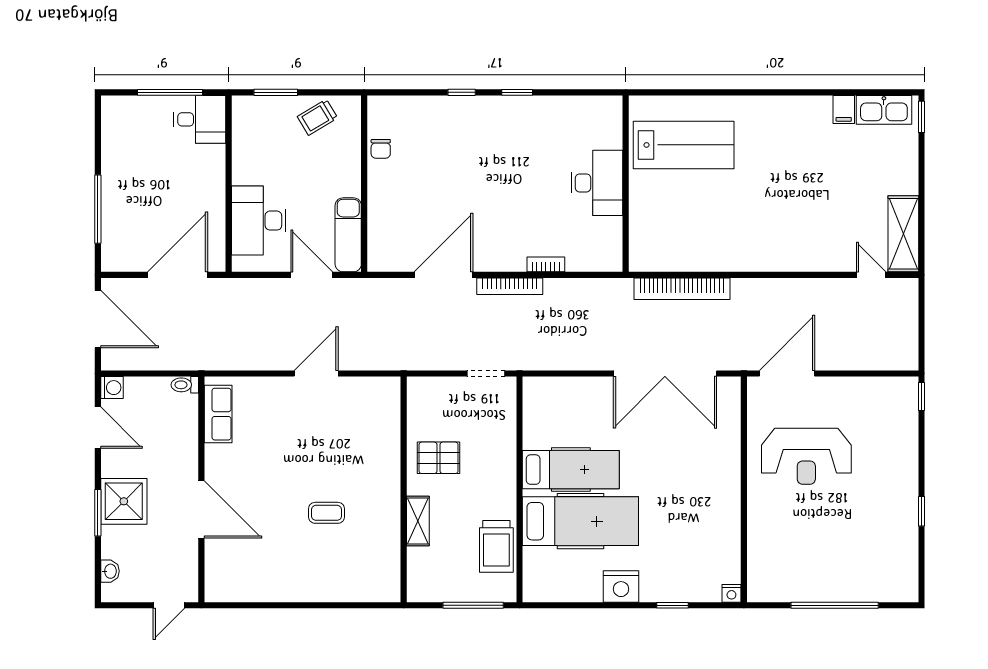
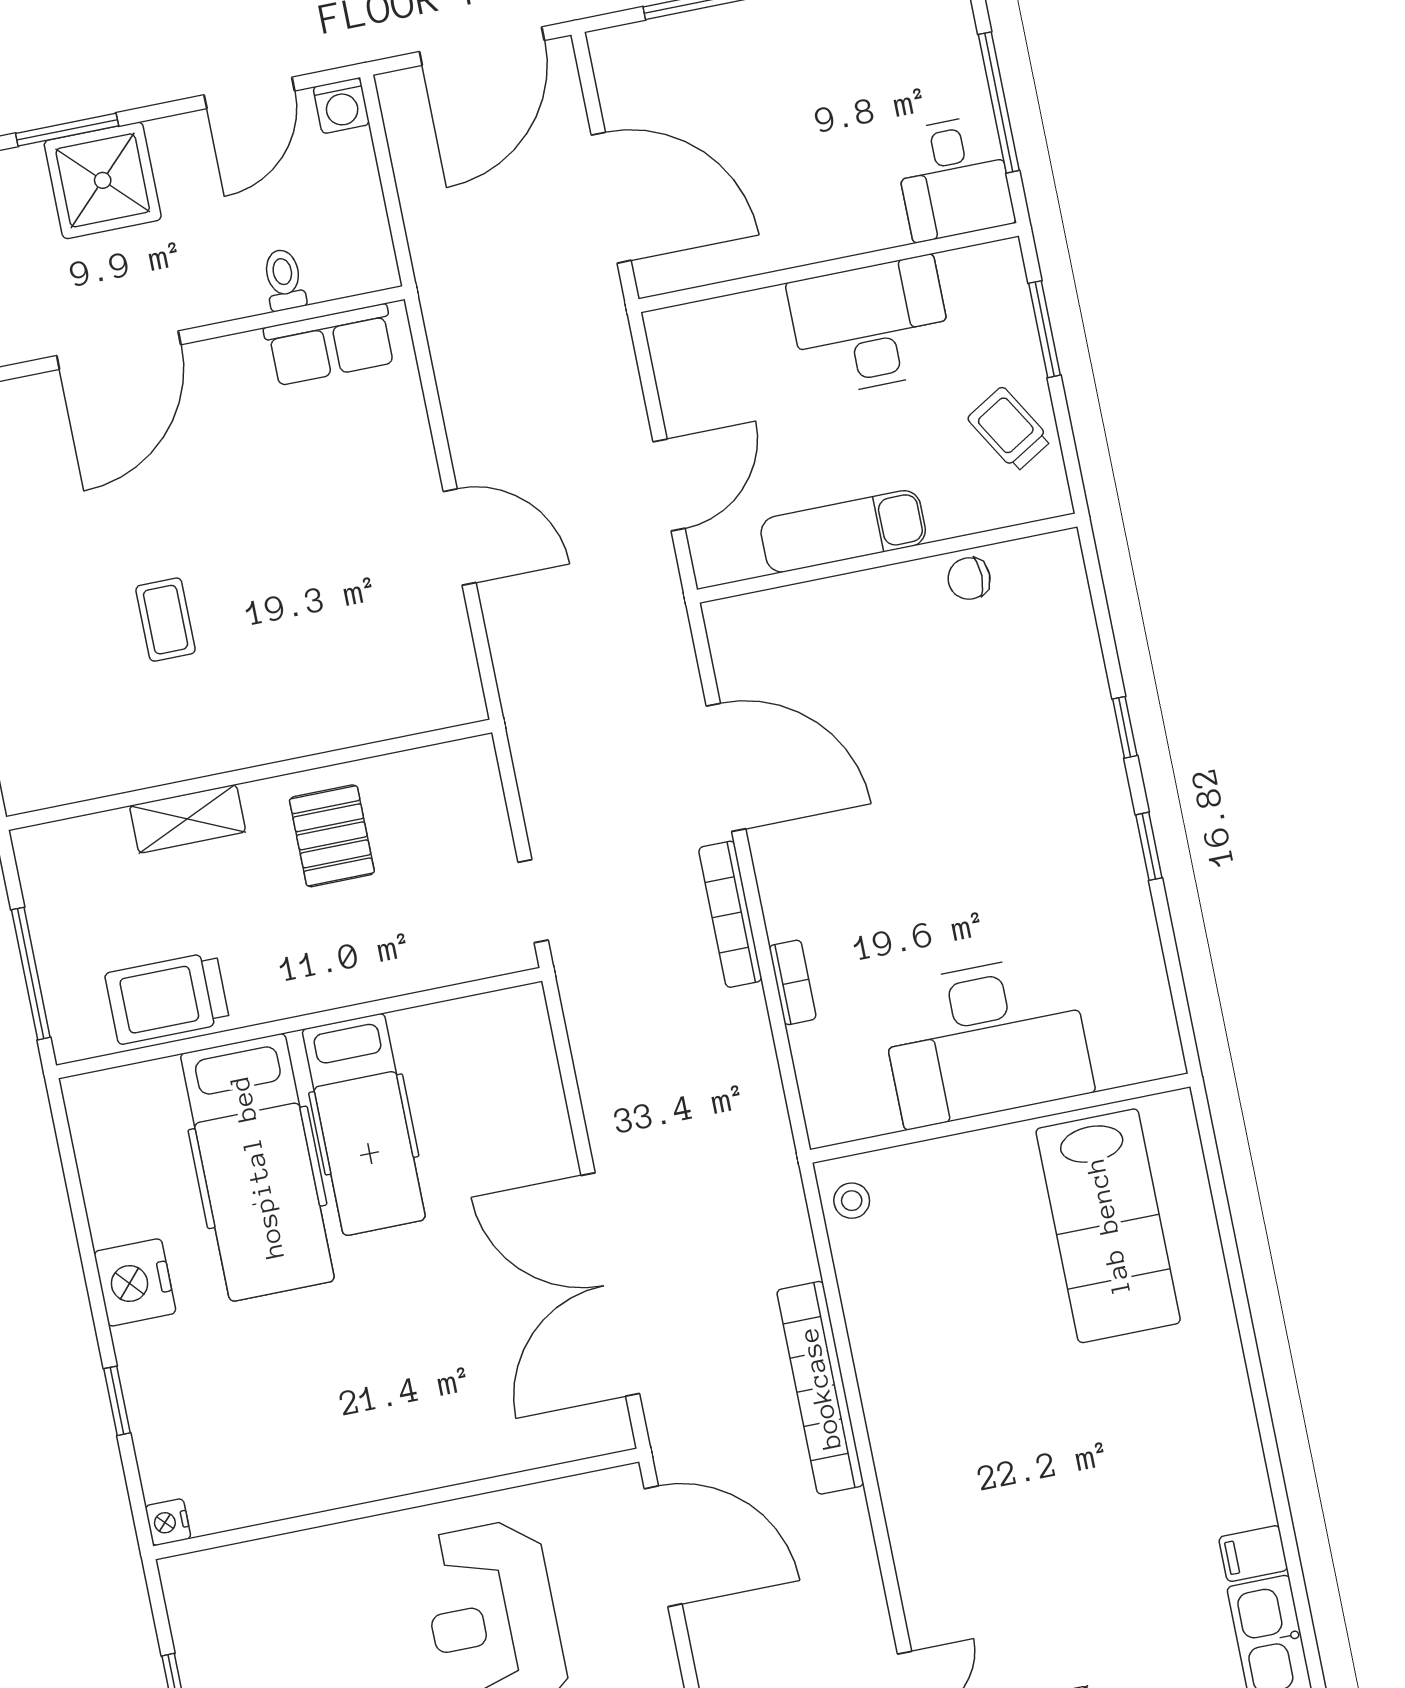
desk: (597, 183) -> (986, 1040), width x1.36, depth x1.30
desk: (259, 221) -> (871, 326), moved
exam couch: (348, 235) -> (843, 531), moved
stool: (649, 258) -> (852, 1201), added
bookcase: (682, 289) -> (820, 1388), moved
toilet: (185, 385) -> (284, 280), moved

